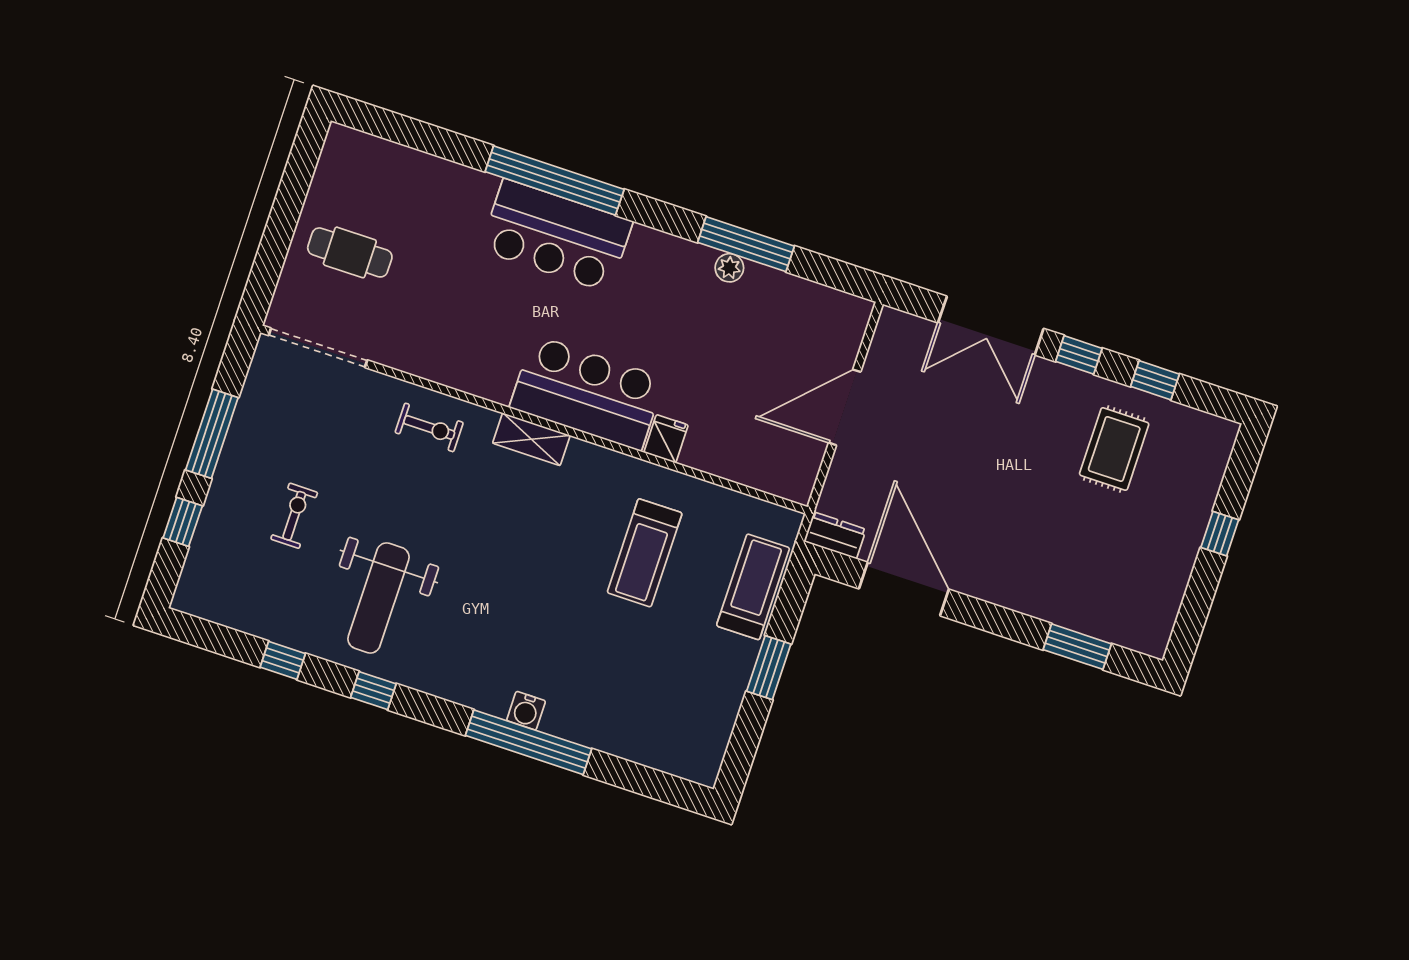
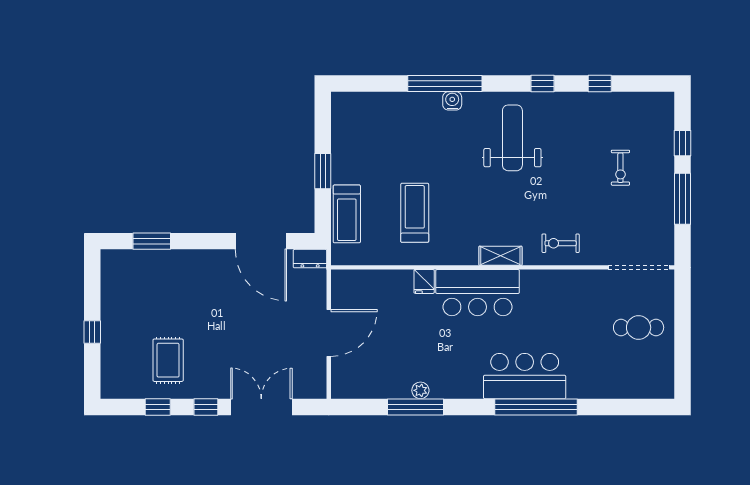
weight bench: (379, 598) -> (512, 138), moved

